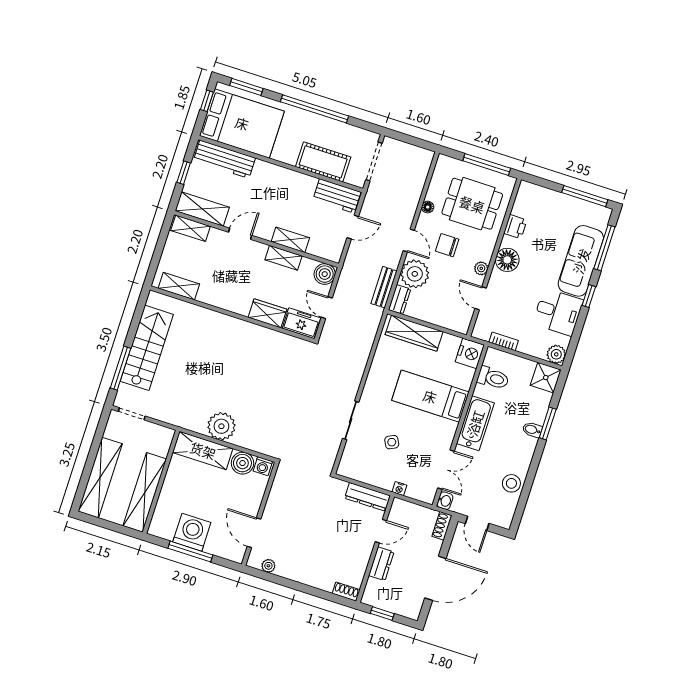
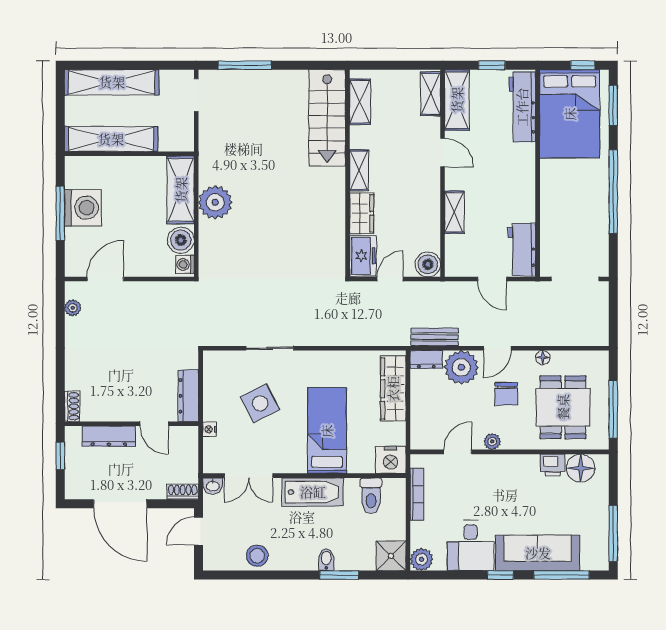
cot: (323, 162) -> (556, 221), removed
chair: (447, 245) -> (506, 394), turned 180
shelving: (284, 258) -> (359, 170), moved
floor lamp: (507, 260) -> (581, 468), moved
bookcase: (504, 341) -> (417, 494), width x1.56
stairs: (147, 348) -> (327, 118), moved, turned 90
side table: (392, 442) -> (260, 403), width x1.87, depth x1.87
dresser: (381, 564) -> (109, 436), width x1.44

